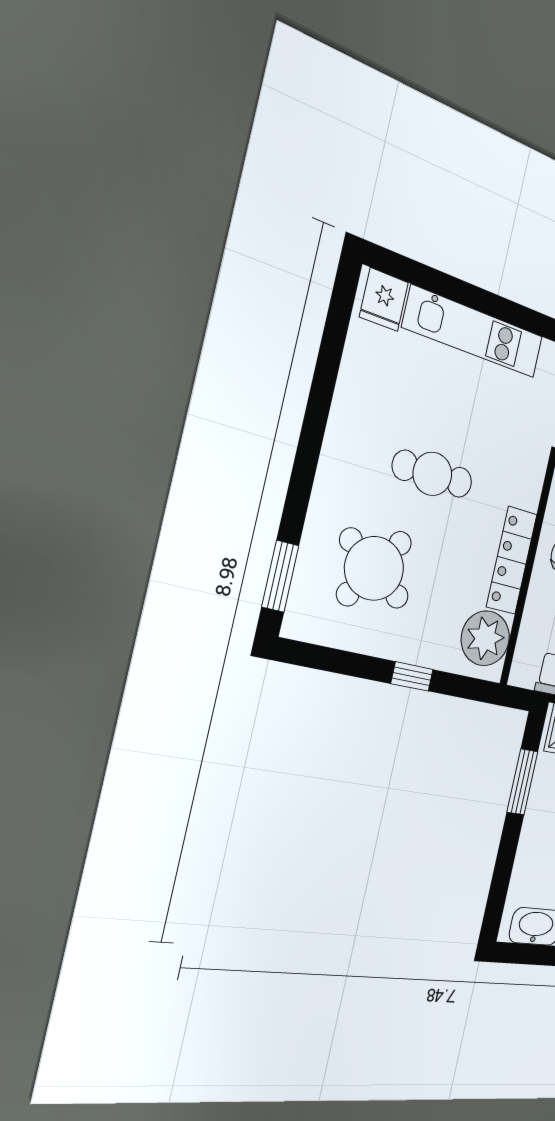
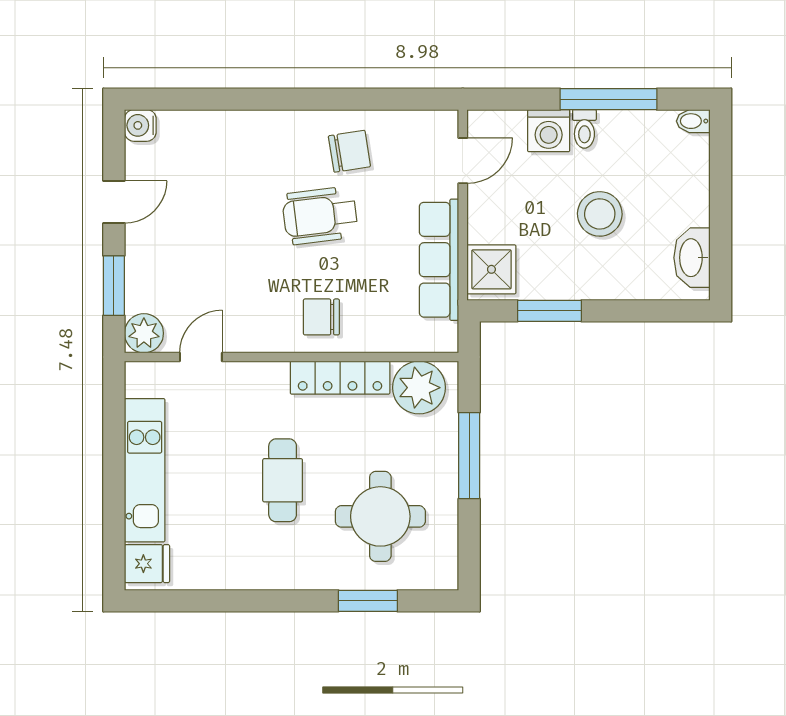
round table: (374, 568) -> (380, 516), turned -35
window: (280, 576) -> (368, 601), moved
window: (412, 676) -> (469, 456), width x2.17

